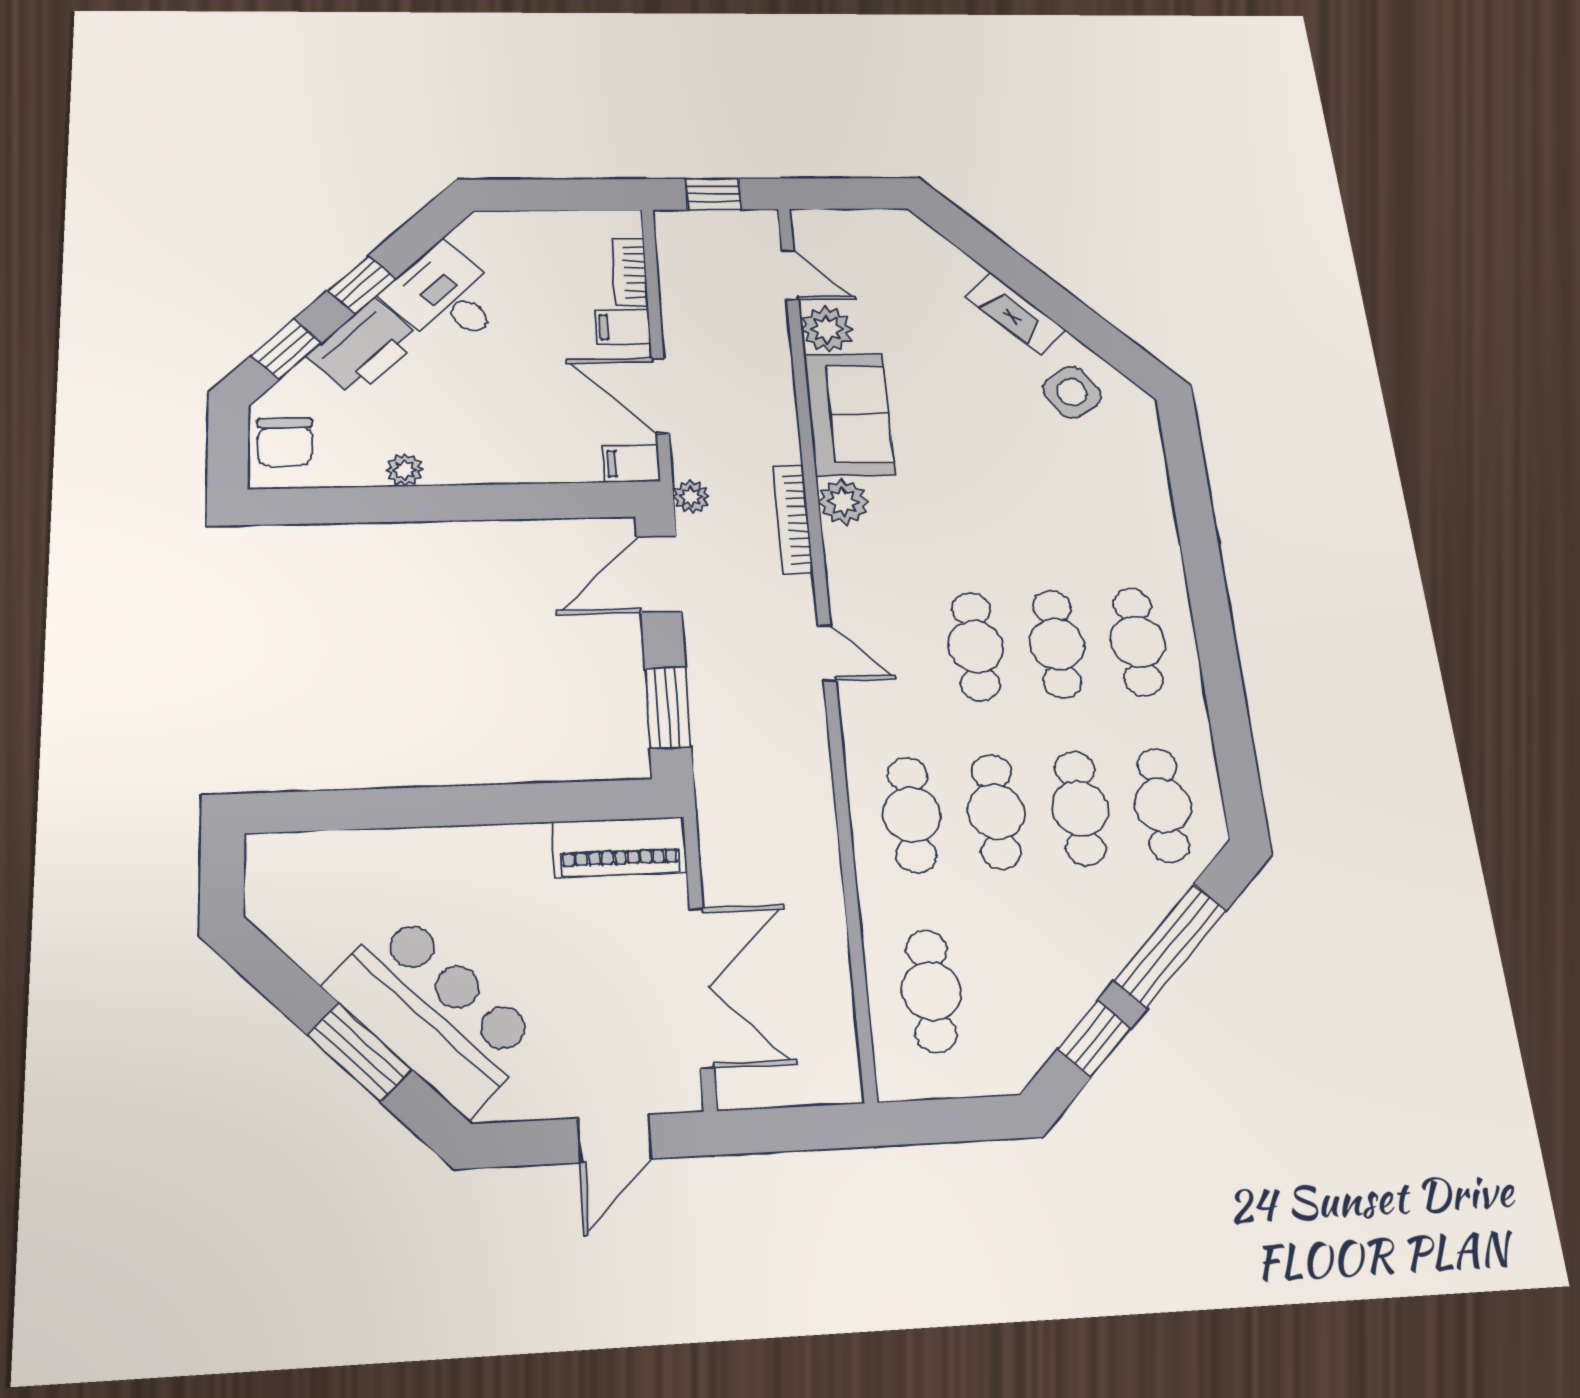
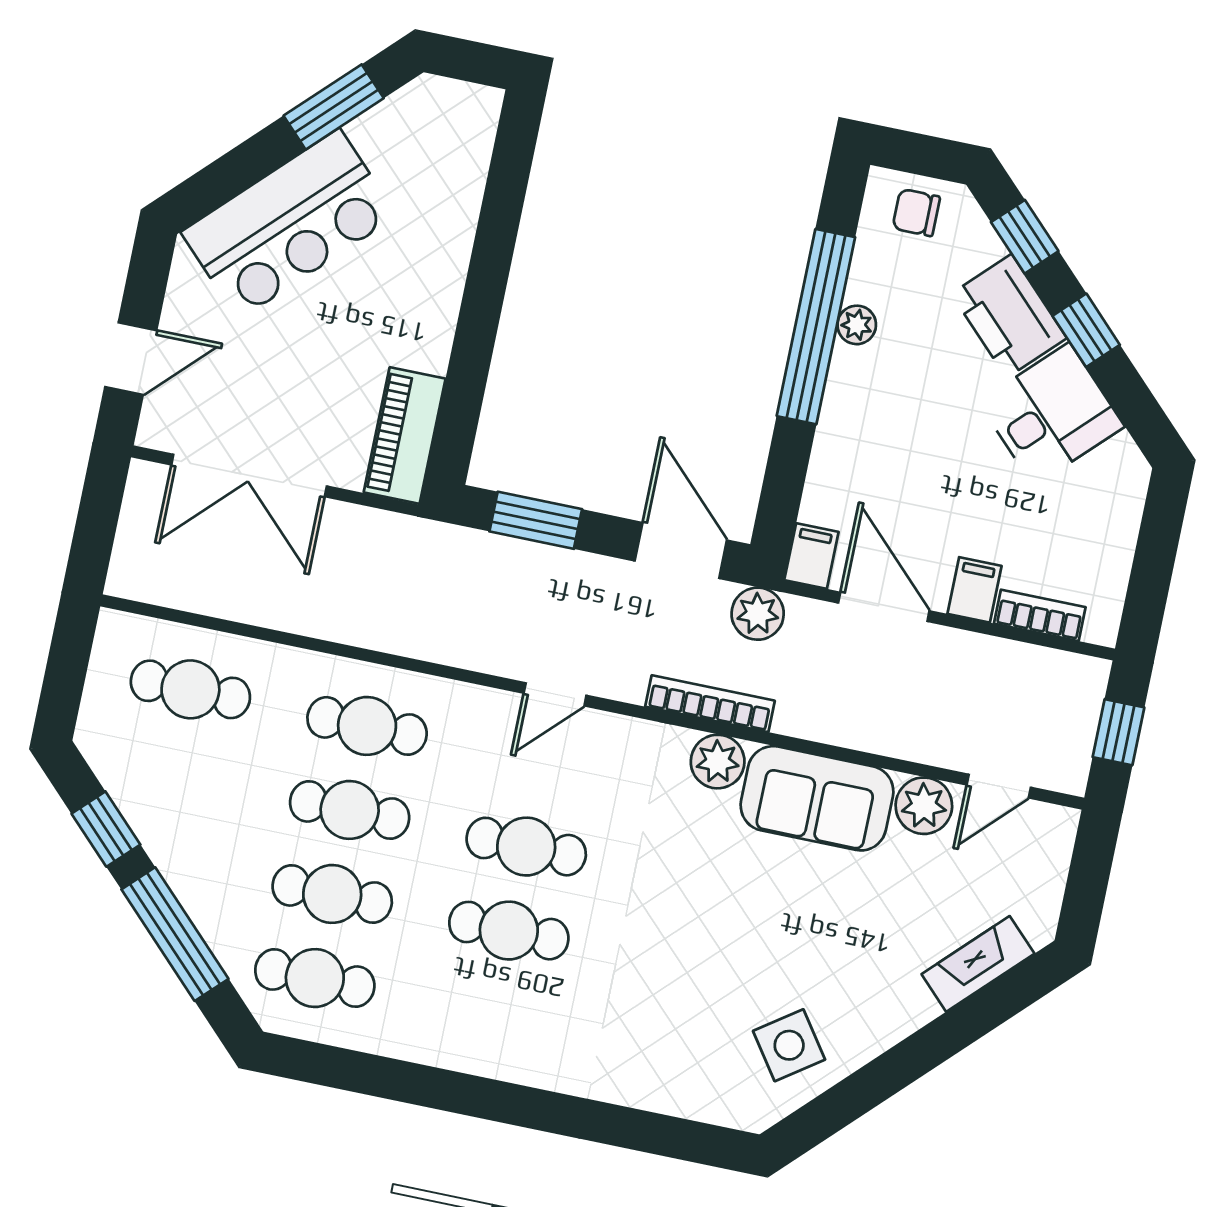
fireplace: (1016, 313) -> (978, 964), moved
door: (660, 395) -> (884, 607), hinge flipped
chair: (285, 442) -> (916, 213), width x0.73, depth x0.73
plant: (691, 497) -> (758, 614), width x1.38, depth x1.38
window: (415, 504) -> (816, 327), added
cafe table: (1138, 642) -> (491, 1015), removed
window: (359, 1052) -> (334, 107), moved
door: (615, 1138) -> (131, 359), swing flipped

